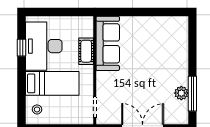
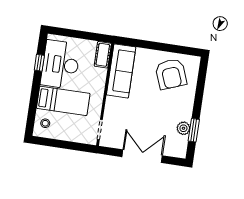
armchair: (160, 39) -> (171, 74), added
cot: (86, 51) -> (103, 55), moved
window: (192, 94) -> (194, 130), width x0.69

